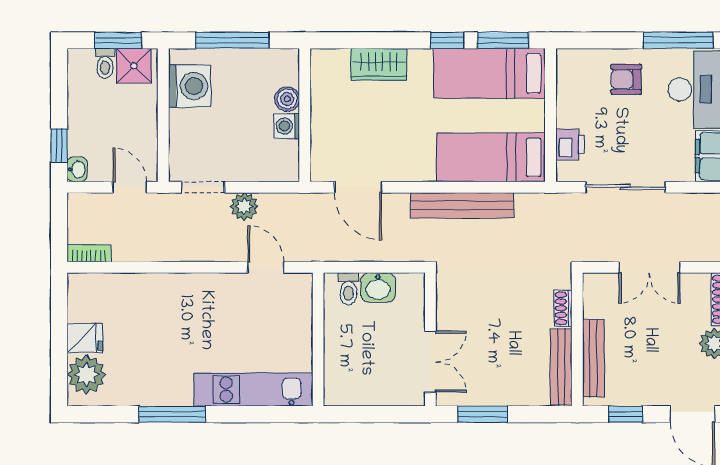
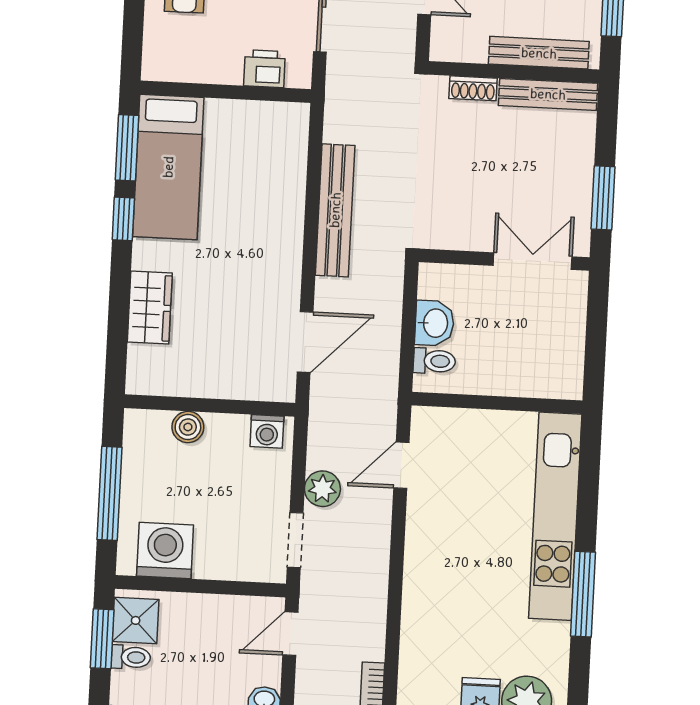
washing machine: (287, 126) -> (267, 431), moved
bed: (491, 157) -> (276, 171), removed
kitchen unit: (254, 390) -> (555, 516), width x1.36

